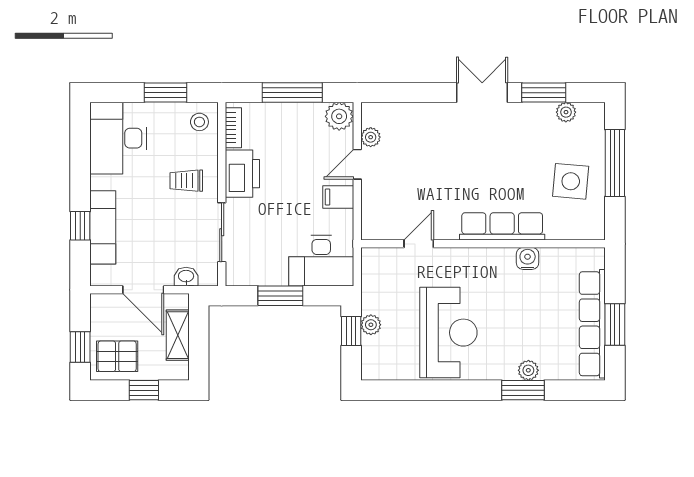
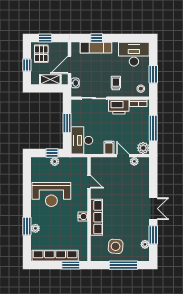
water cooler: (528, 258) -> (83, 216), moved
window: (615, 324) -> (71, 265), moved

